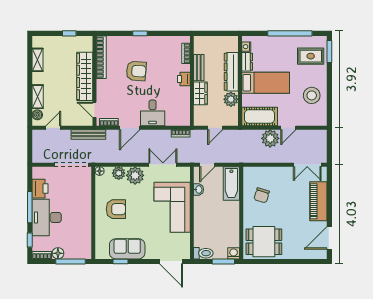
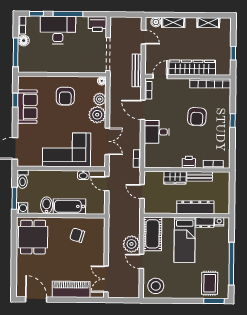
stool: (312, 95) -> (156, 286), moved
plant: (231, 99) -> (169, 207), removed
bathtub: (231, 183) -> (69, 206), moved
printer: (40, 189) -> (97, 24), moved
bidet: (230, 228) -> (47, 205), added

